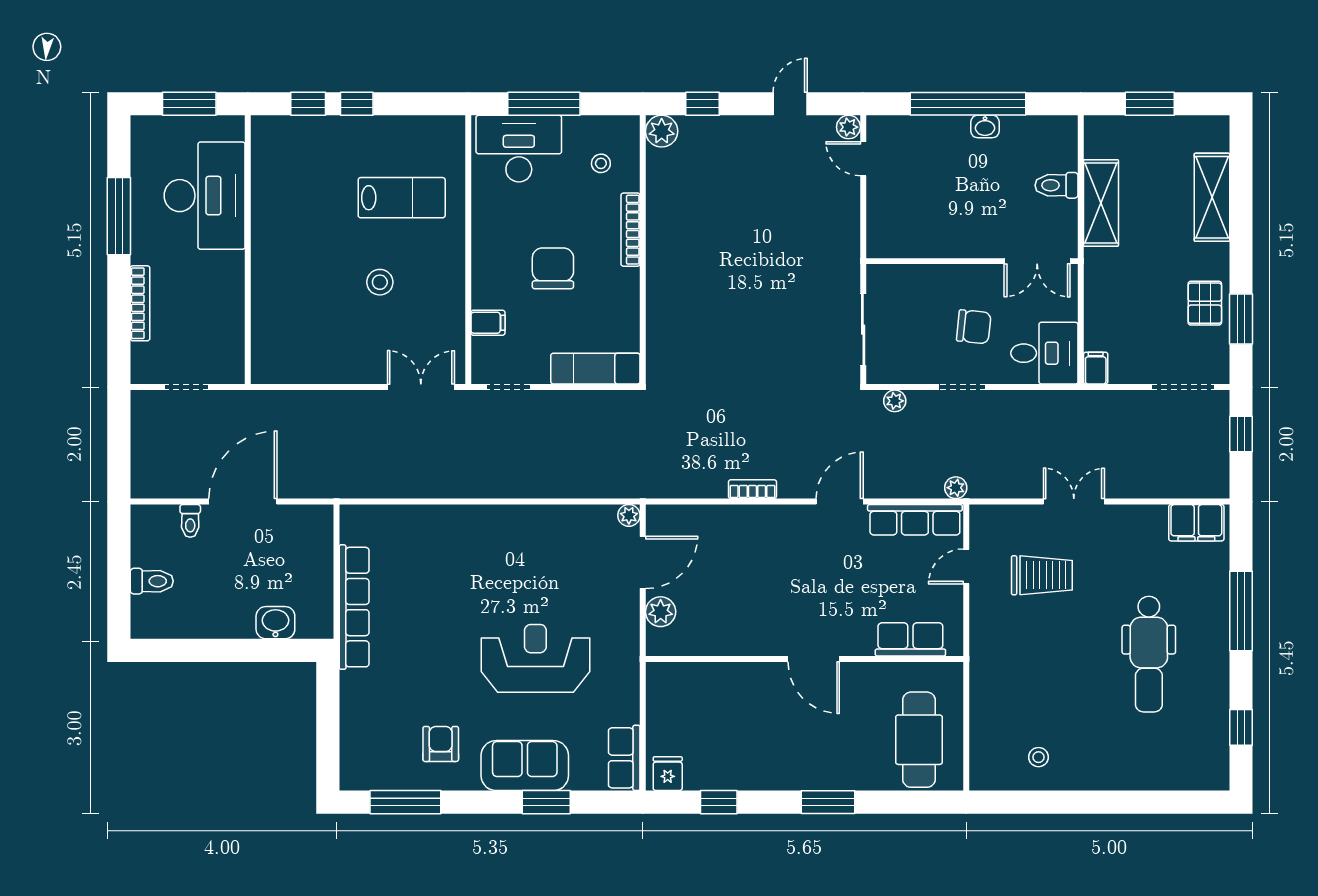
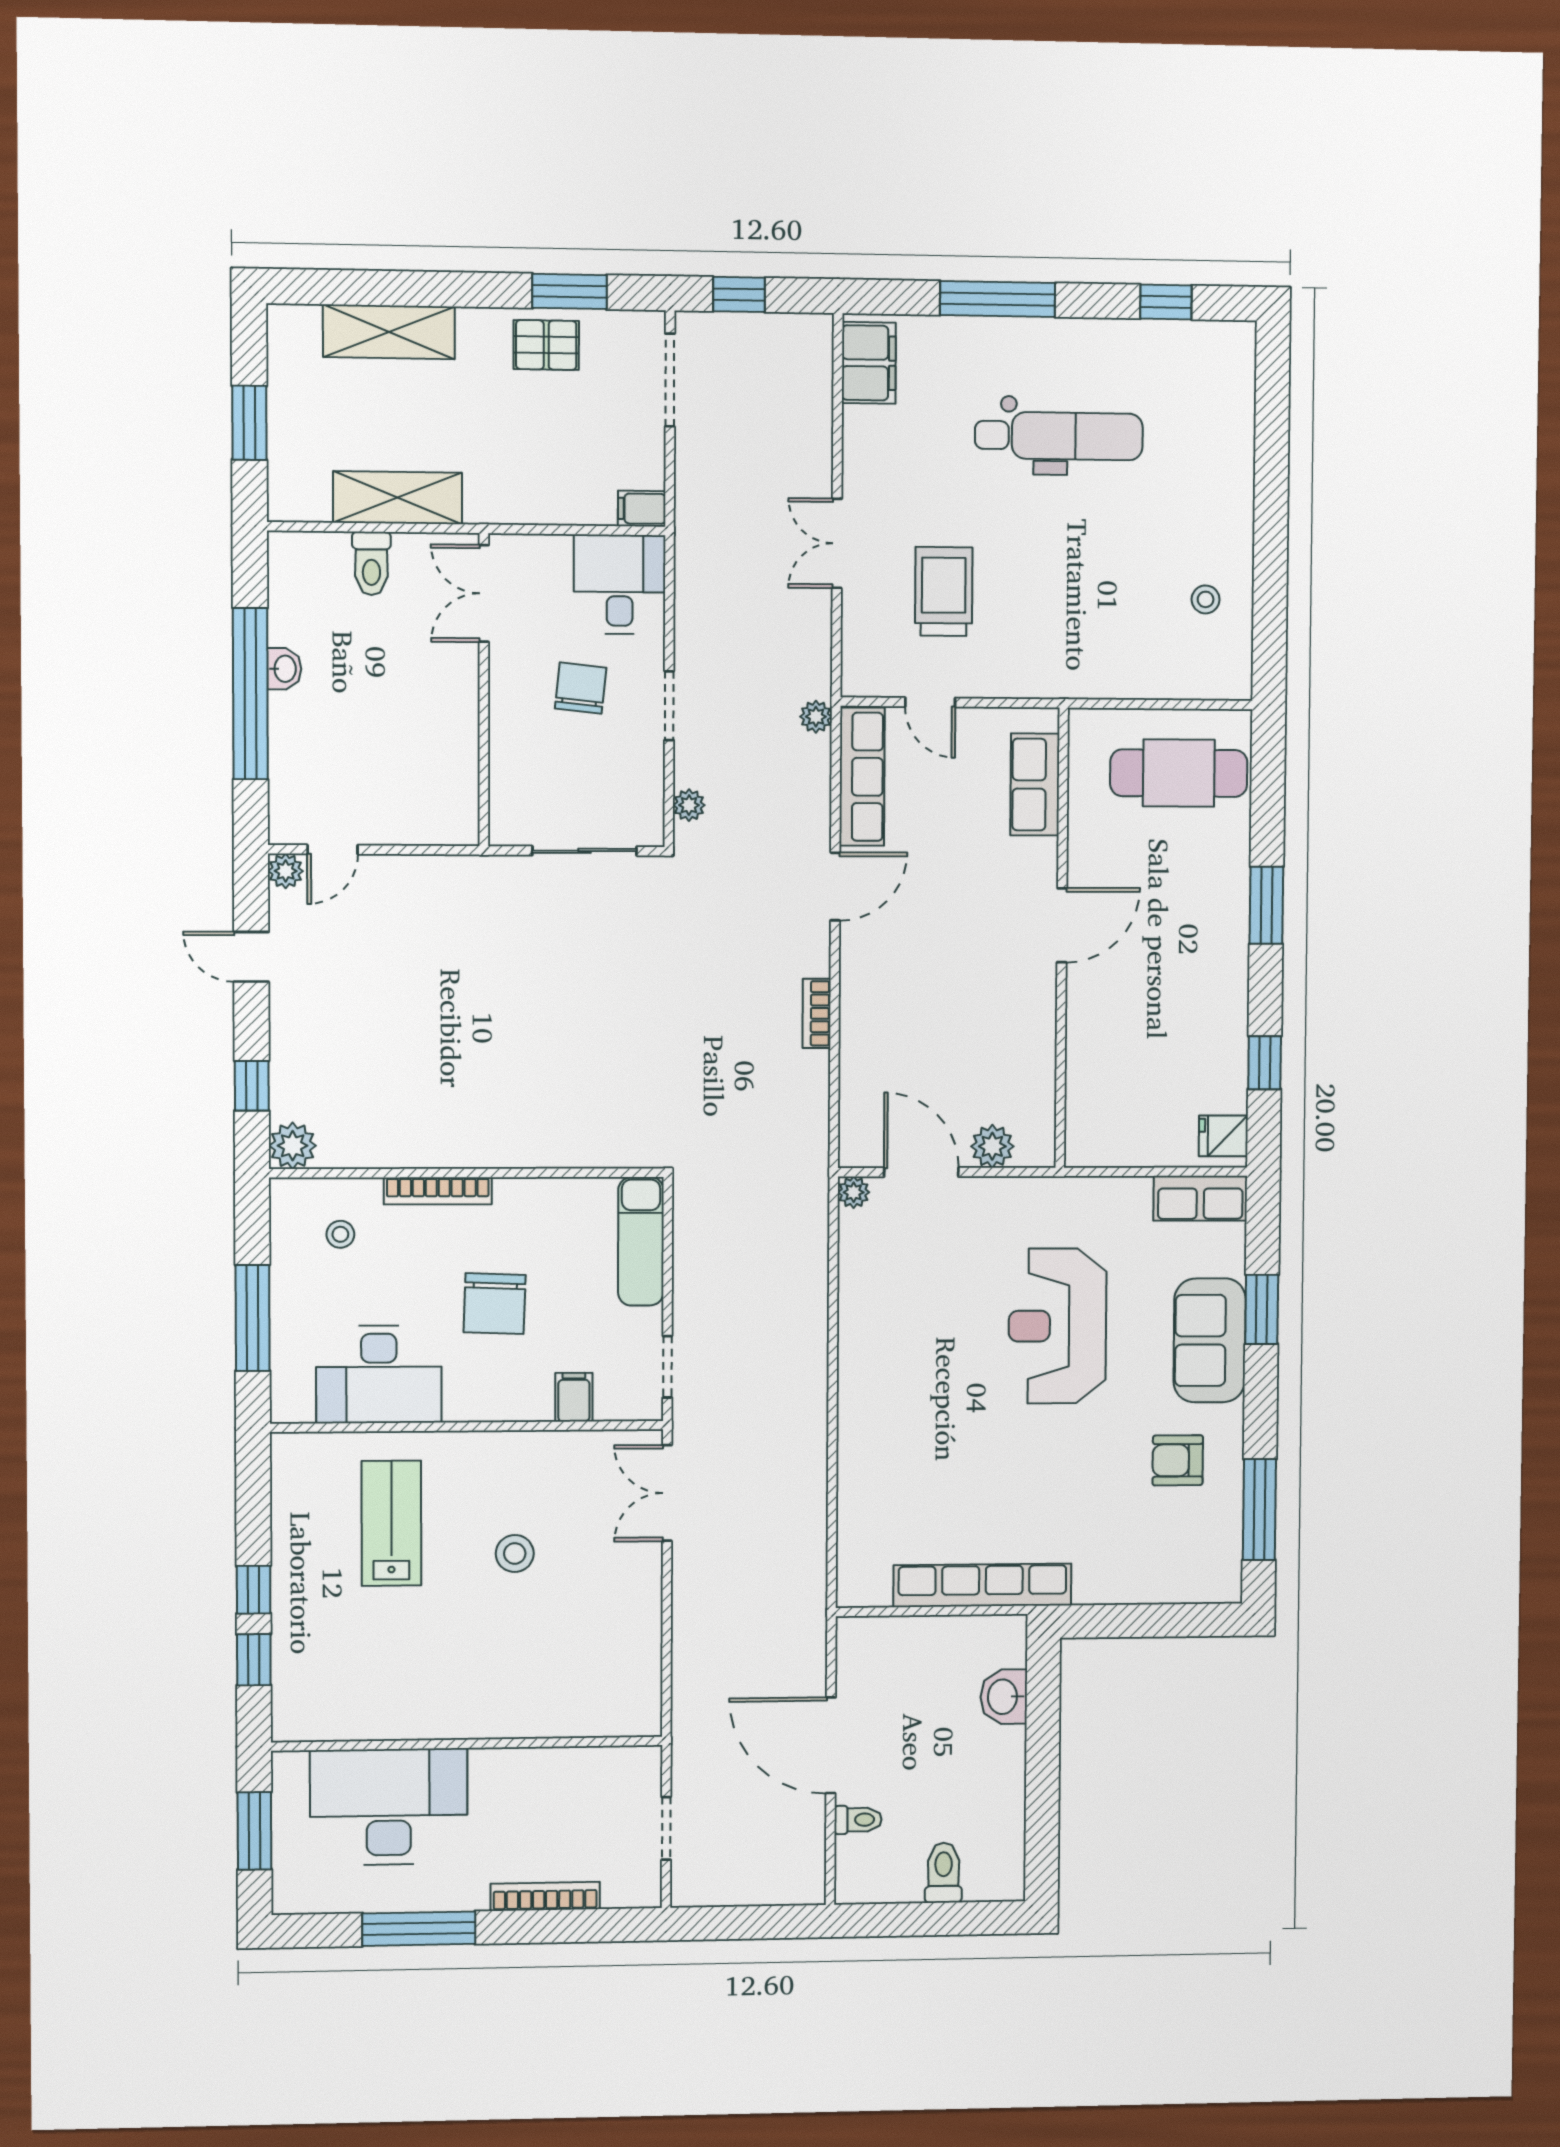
desk: (519, 149) -> (379, 1374), moved, turned -90
double door: (1037, 261) -> (484, 593), swing flipped
chair: (553, 268) -> (495, 1304), turned -88
door: (840, 502) -> (835, 887), swing flipped

